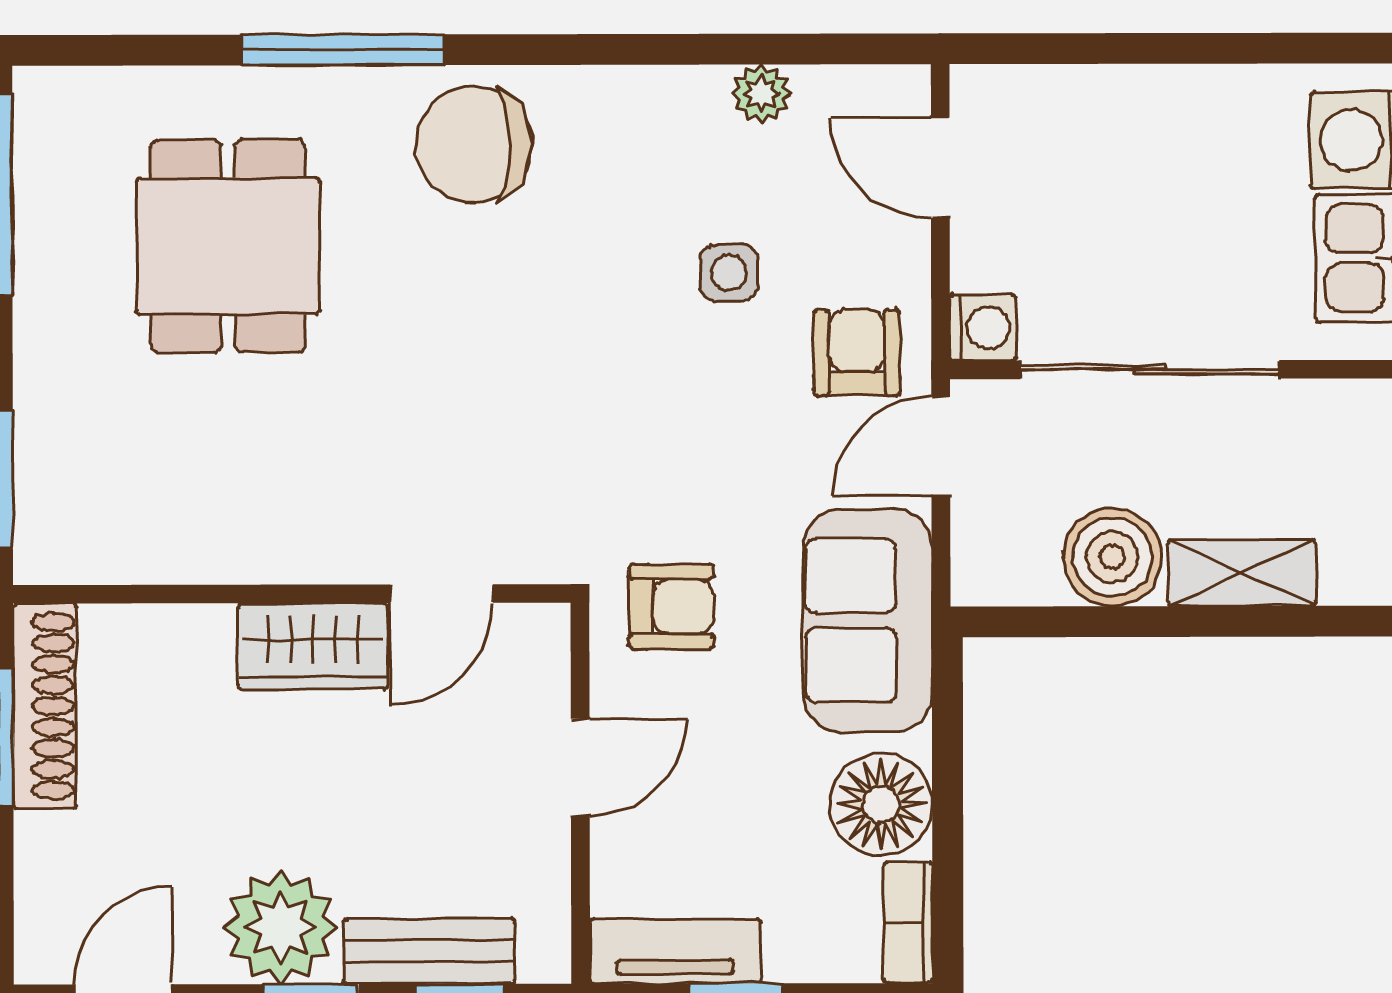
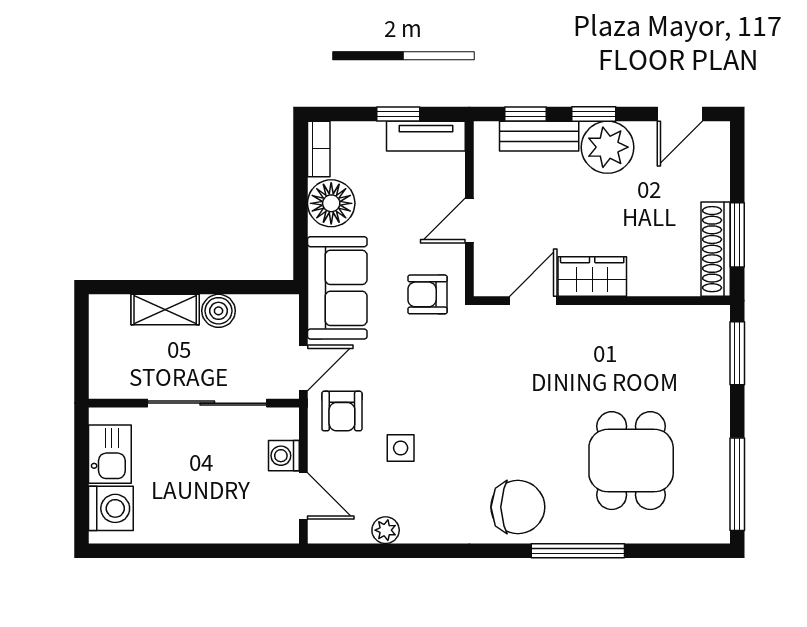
washing machine: (983, 328) -> (284, 456), moved
boiler: (1112, 557) -> (219, 311), width x0.73, depth x0.73

